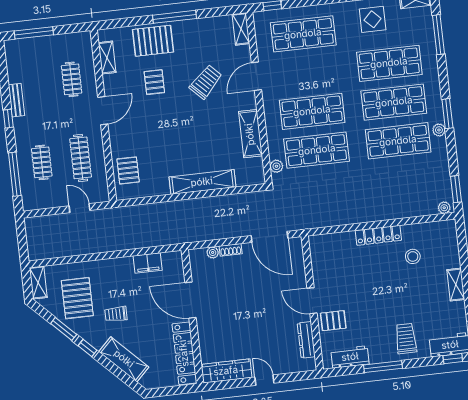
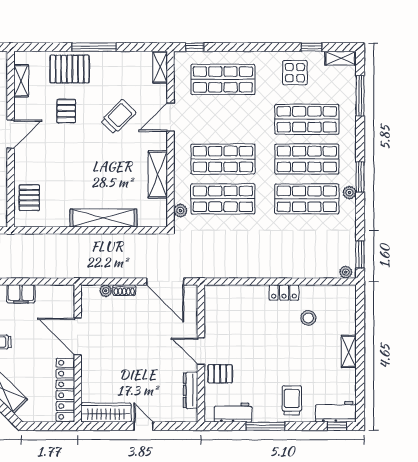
locker: (378, 235) -> (284, 293), width x0.66
filing cabinet: (148, 263) -> (21, 294), moved

